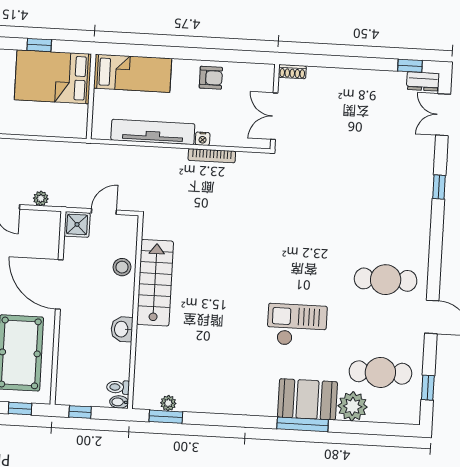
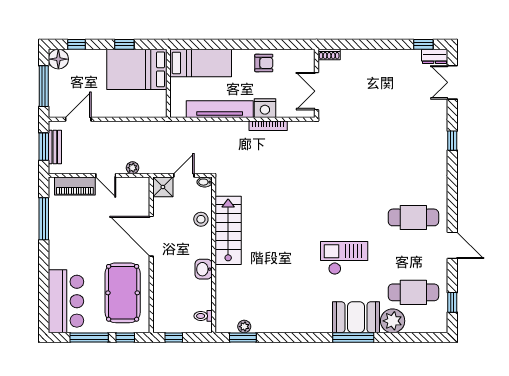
nightstand: (203, 139) -> (265, 108), width x1.89, depth x1.79
bidet: (119, 402) -> (205, 182), moved

